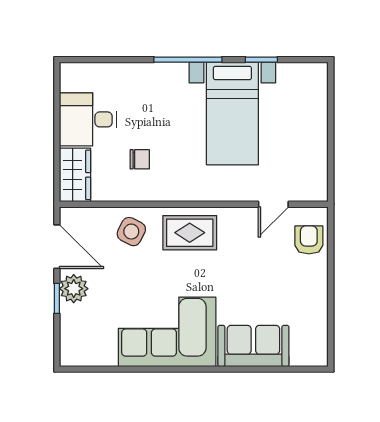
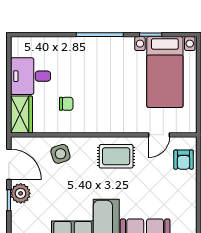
bed with nightstands: (232, 114) -> (165, 72), moved
side table: (131, 232) -> (60, 154), turned 45
rug: (190, 233) -> (116, 156), moved
armchair: (309, 240) -> (184, 160), turned 180

